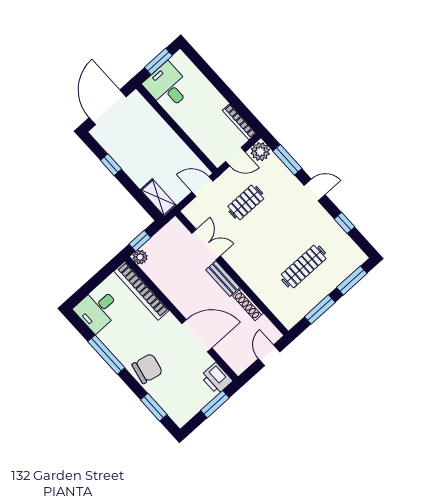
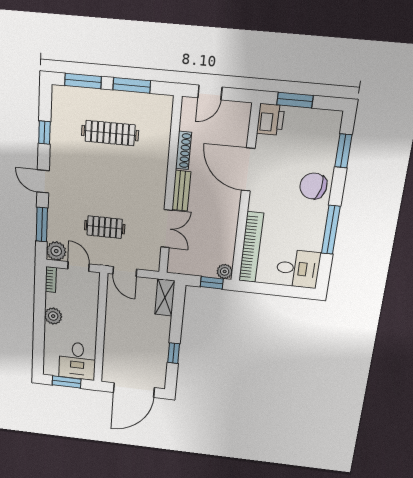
plant: (217, 102) -> (53, 316), added
bookcase: (239, 122) -> (51, 280), width x0.64
double door: (206, 245) -> (167, 229), swing flipped

